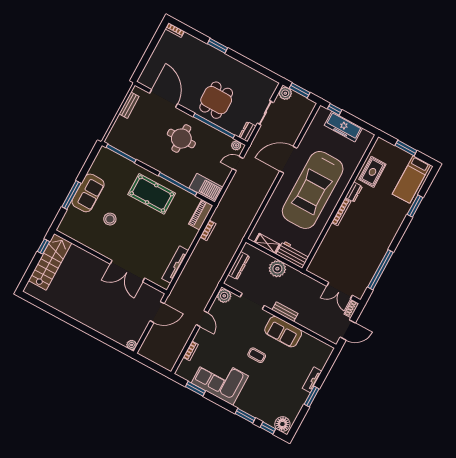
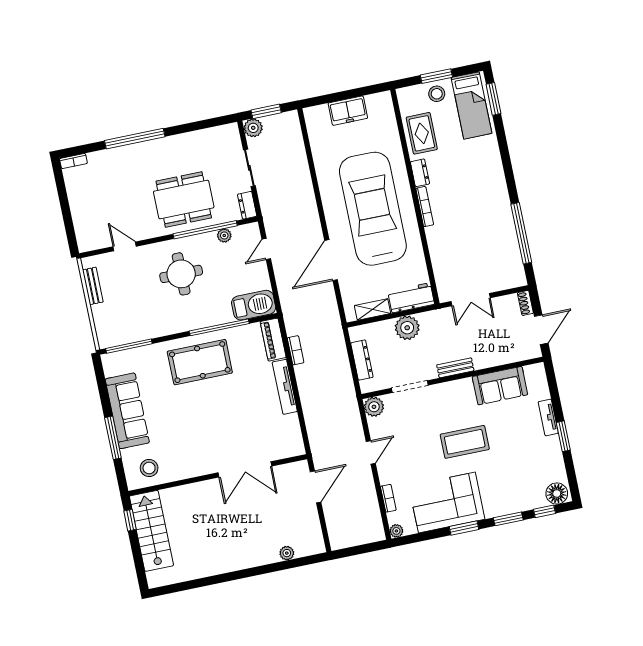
window: (218, 46) -> (135, 139), width x2.11
door: (164, 98) -> (125, 246), width x0.53
dining table: (216, 100) -> (184, 199), width x1.38
window: (335, 109) -> (322, 100), removed
freezer: (343, 127) -> (348, 111), width x0.71
plant: (236, 145) -> (224, 235), moved
stool: (398, 158) -> (437, 94), added
door: (288, 160) -> (331, 260), moved
car: (313, 190) -> (373, 209), turned 180
sofa: (88, 193) -> (127, 411), width x1.36
window: (415, 206) -> (493, 99), moved
stool: (110, 219) -> (149, 468), moved
tv unit: (175, 265) -> (285, 387), moved
double door: (339, 291) -> (471, 300), moved
door: (202, 319) -> (371, 452), hinge flipped
sofa: (283, 332) -> (500, 386), moved
plant: (132, 345) -> (287, 553), moved
coffee table: (257, 355) -> (465, 442), width x1.86, depth x1.72
plant: (180, 372) -> (396, 531), added
window: (195, 389) -> (464, 528), moved

